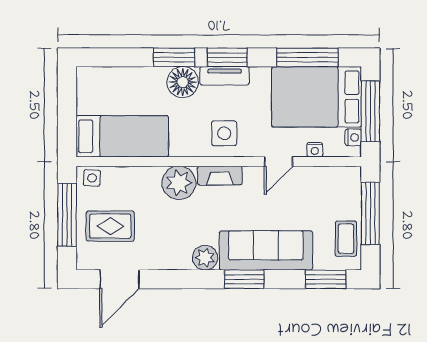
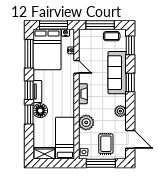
wardrobe: (89, 91) -> (44, 153), added
side table: (224, 133) -> (64, 92), removed
plant: (179, 183) -> (86, 122), moved
plant: (205, 258) -> (120, 111), moved

